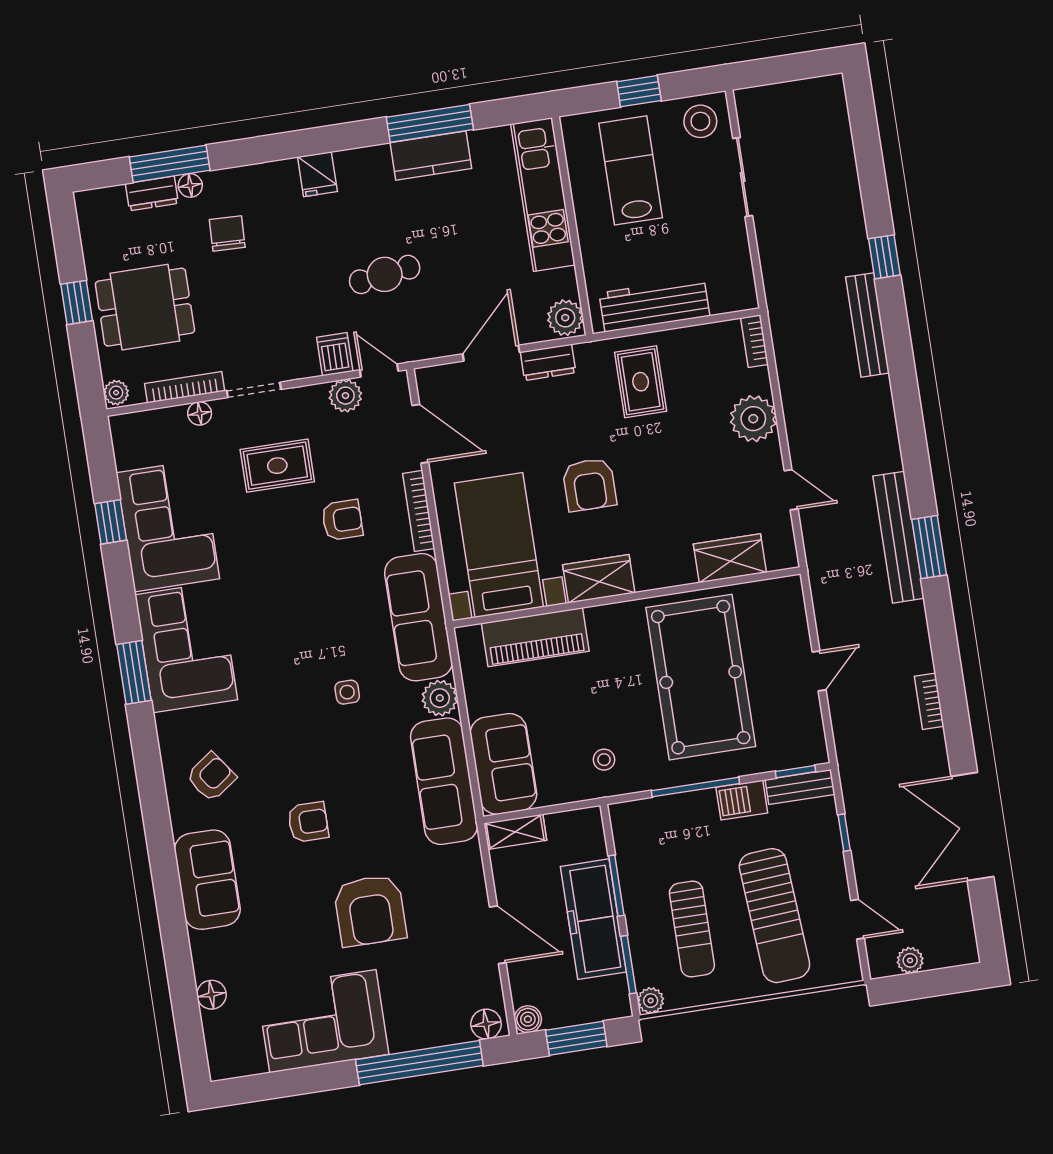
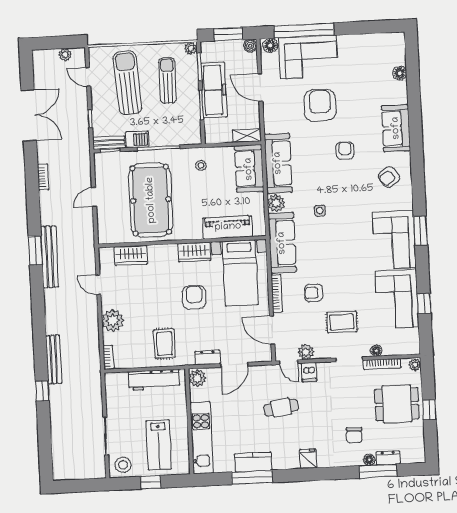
armchair: (308, 822) -> (345, 151), turned 90
corner sofa: (323, 1021) -> (308, 57), moved

